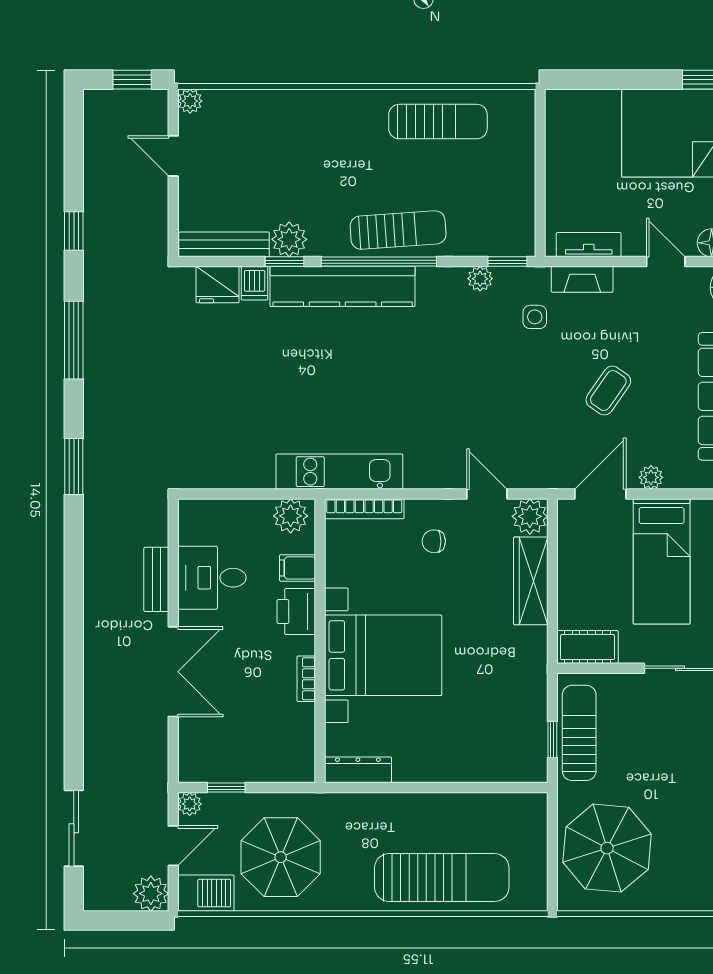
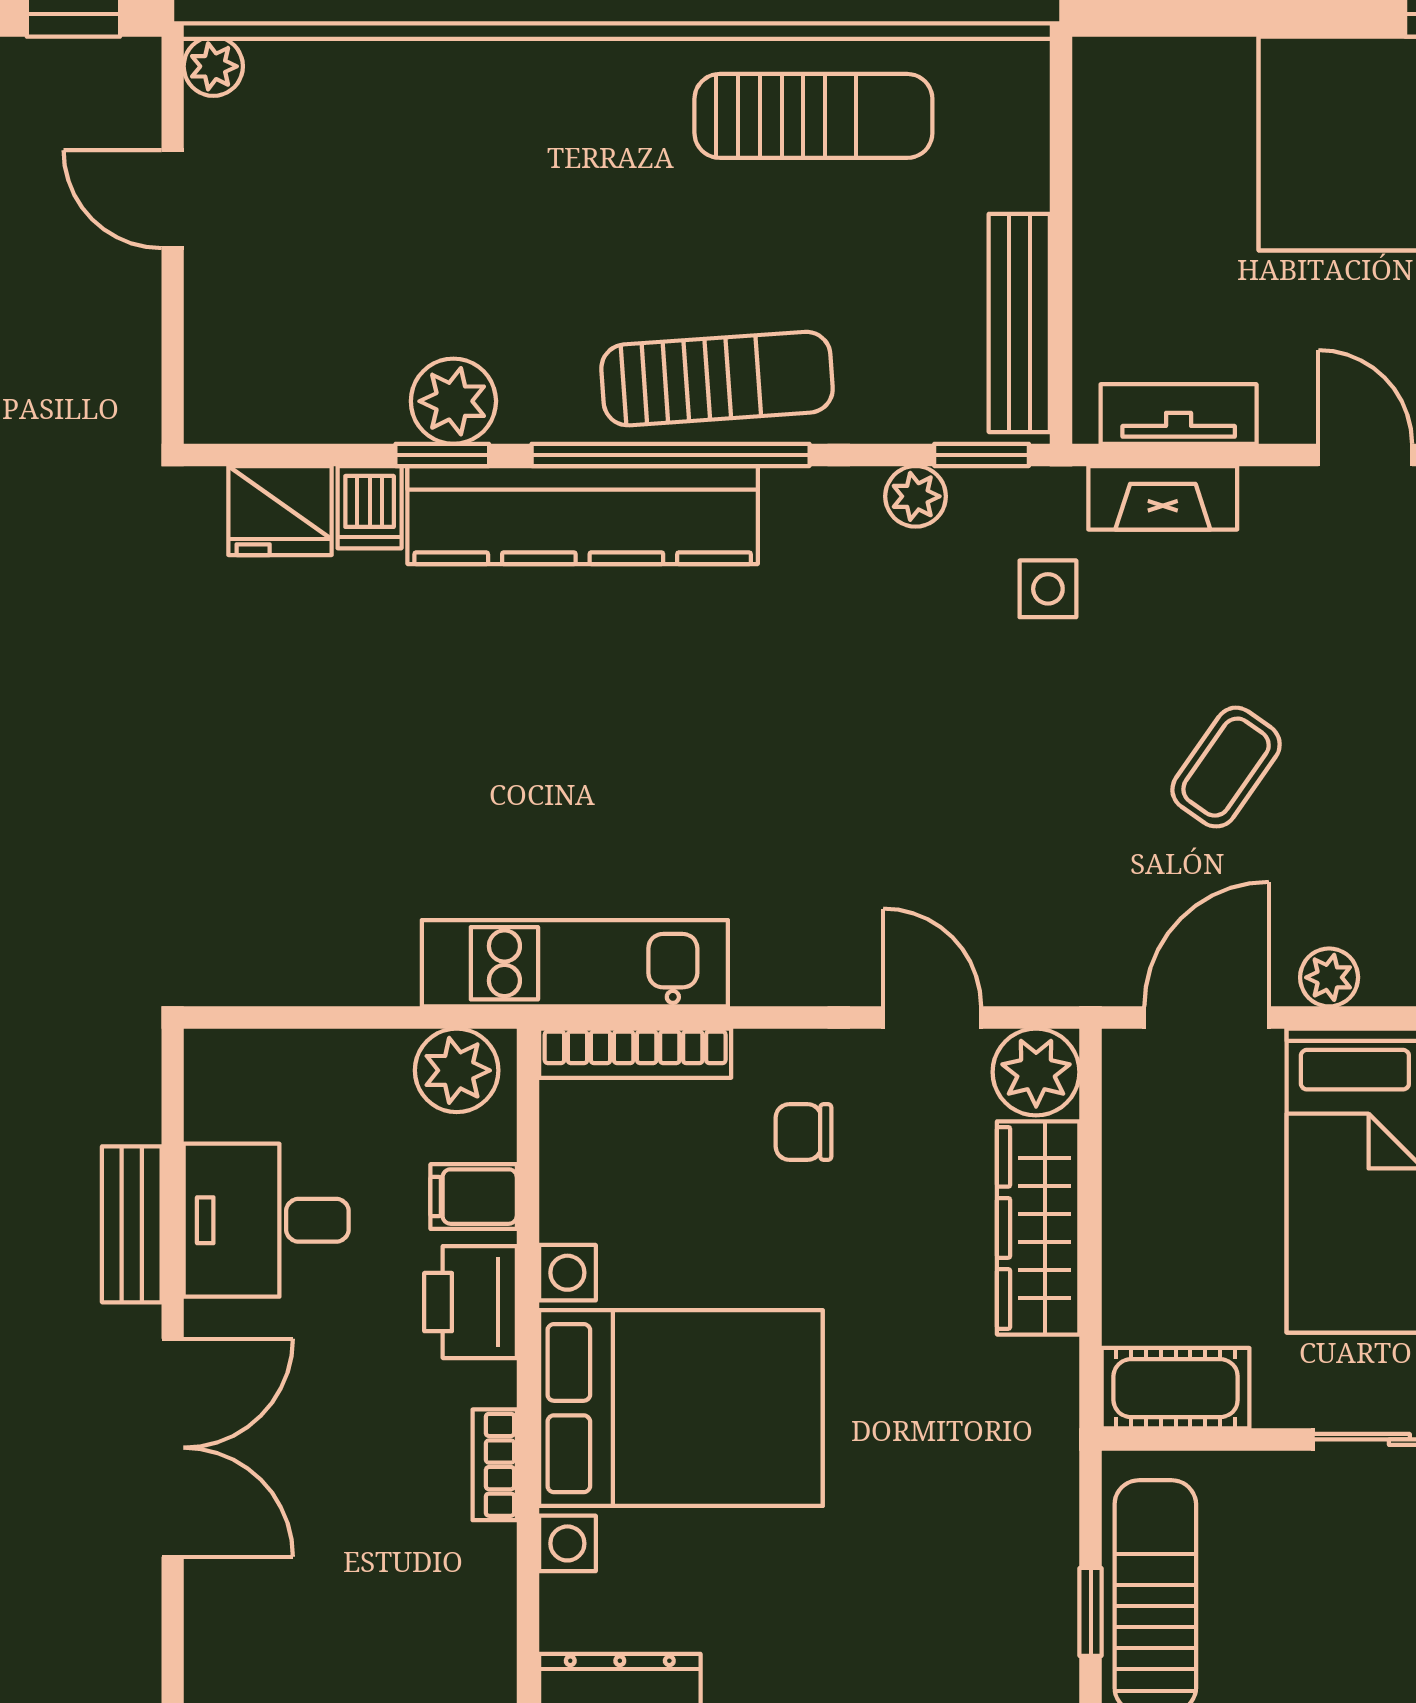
bench: (224, 244) -> (1019, 323), moved, turned 90

